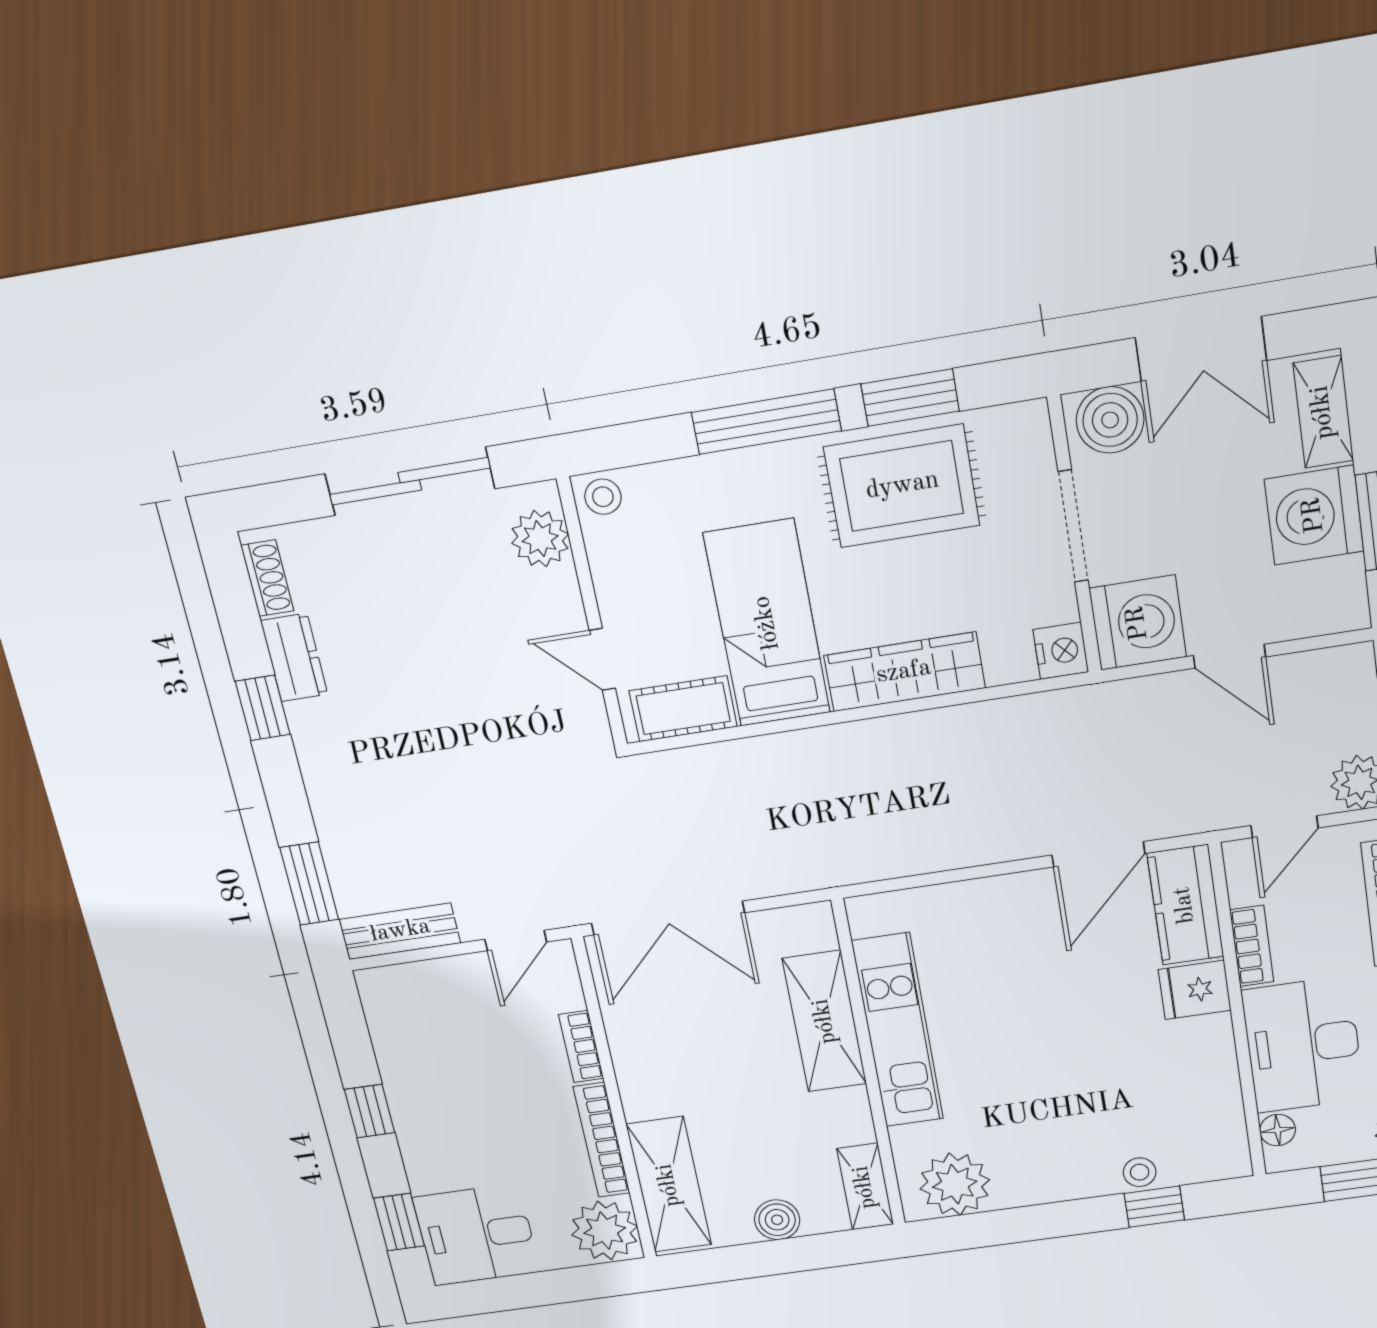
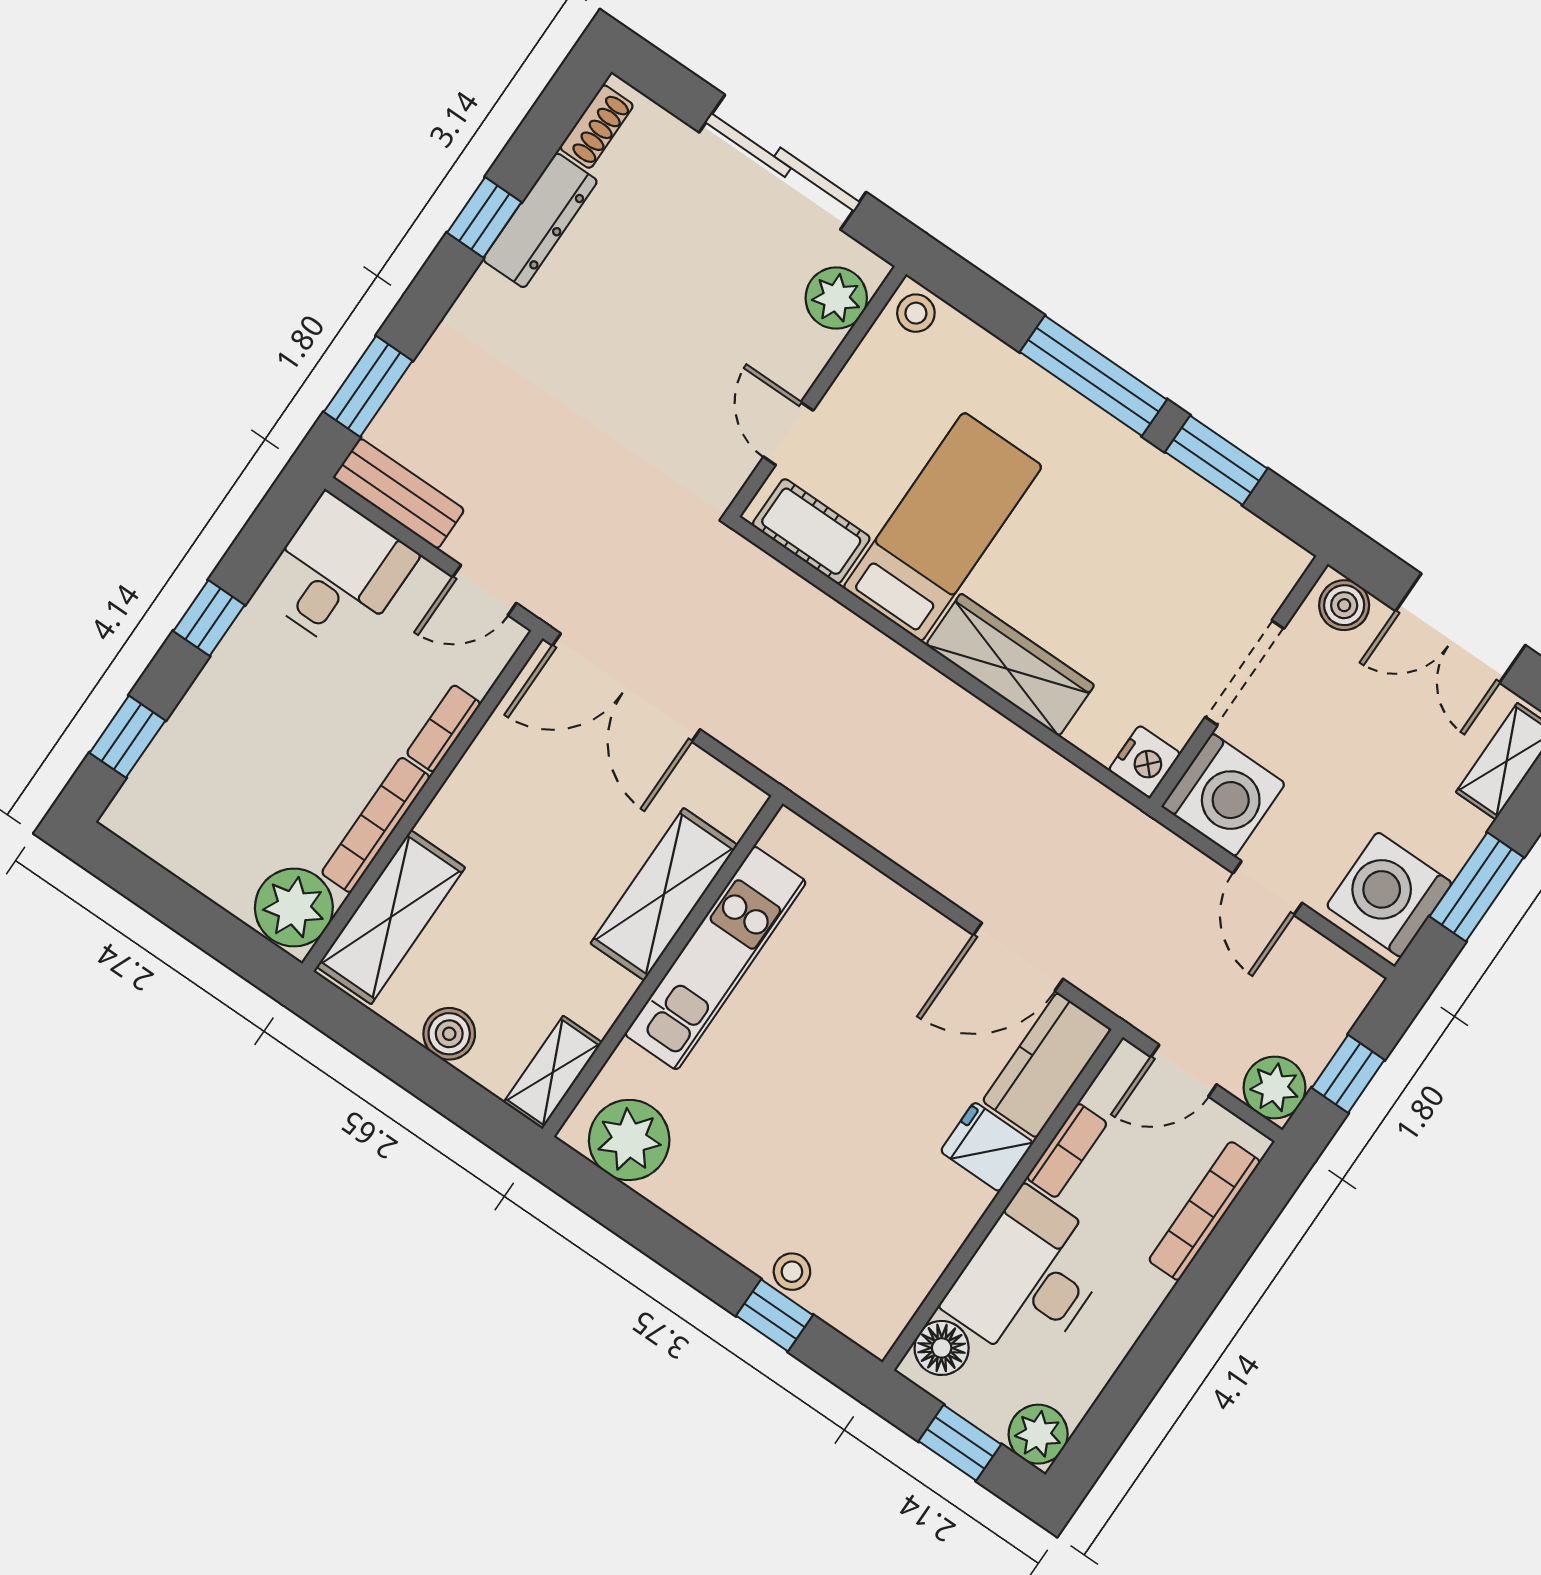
boiler: (1110, 420) -> (1344, 605), width x0.73, depth x0.73
rug: (902, 486) -> (1146, 520), removed
washing machine: (1314, 515) -> (1389, 895), moved
dresser: (294, 657) -> (540, 220), width x1.44
floor lamp: (1278, 1130) -> (942, 1348), width x1.37, depth x1.37
desk: (476, 1235) -> (337, 574), moved, turned 90

